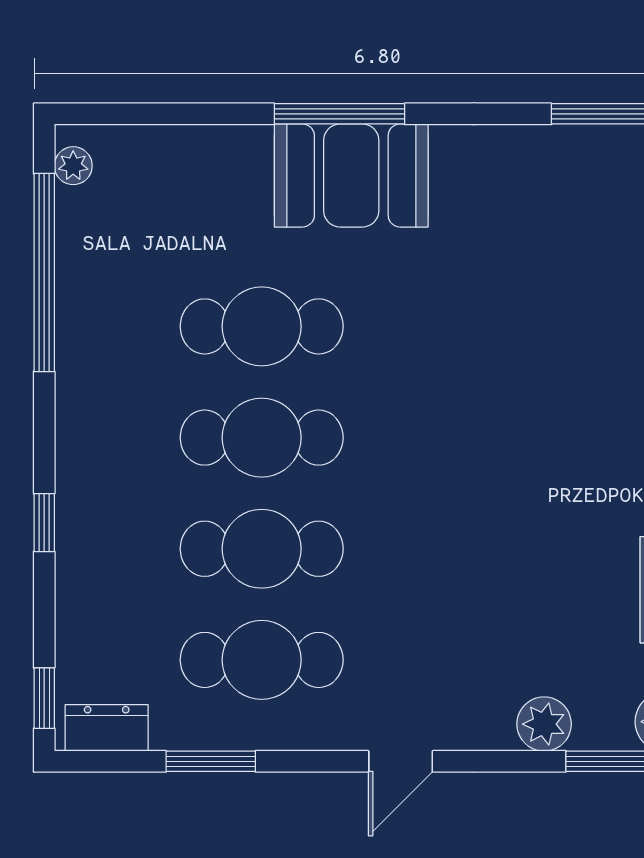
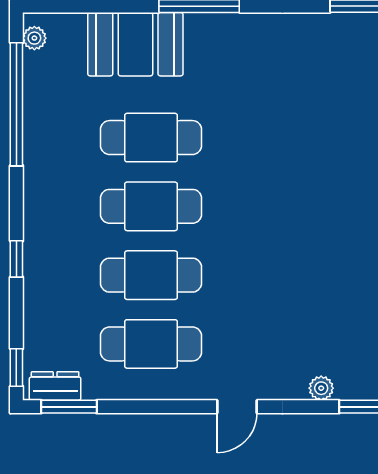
booth: (351, 175) -> (135, 44), moved
plant: (544, 724) -> (321, 388), width x0.73, depth x0.73
window: (211, 761) -> (69, 407), moved

